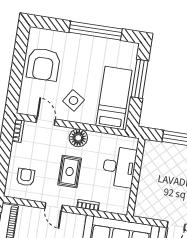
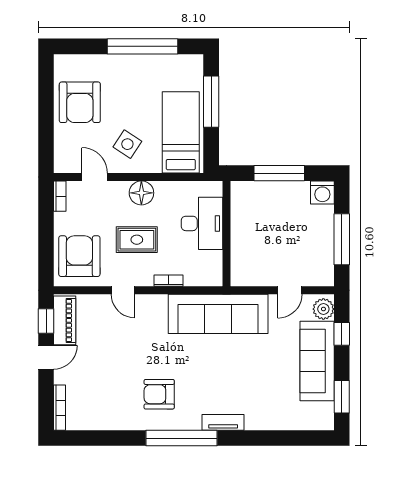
rug: (70, 172) -> (137, 240), turned 90
armchair: (26, 177) -> (79, 256), width x1.88, depth x1.88

